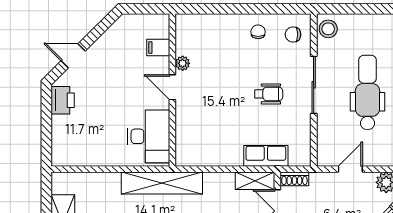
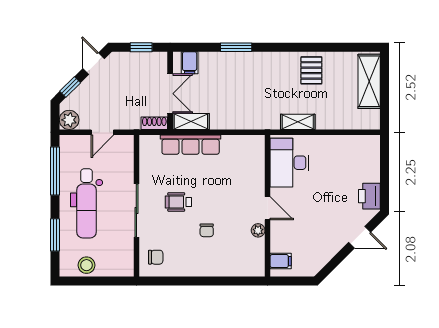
stool: (328, 29) -> (86, 265), moved
chair: (258, 32) -> (207, 230), moved
filing cabinet: (158, 48) -> (281, 261), moved
row of seats: (266, 156) -> (191, 145), width x1.48
shelving: (162, 183) -> (298, 122), width x0.45, depth x0.75

